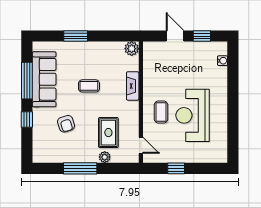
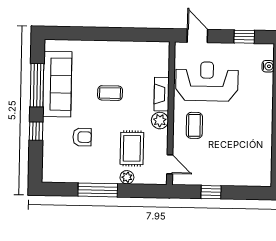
window: (76, 36) -> (95, 34), removed
door: (175, 36) -> (197, 36), moved
plant: (132, 49) -> (160, 121), moved
reception desk: (193, 115) -> (207, 81), moved, turned 90
armchair: (66, 124) -> (82, 137), turned -72

